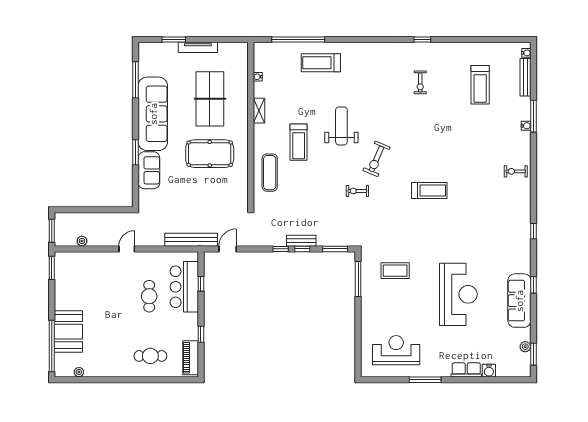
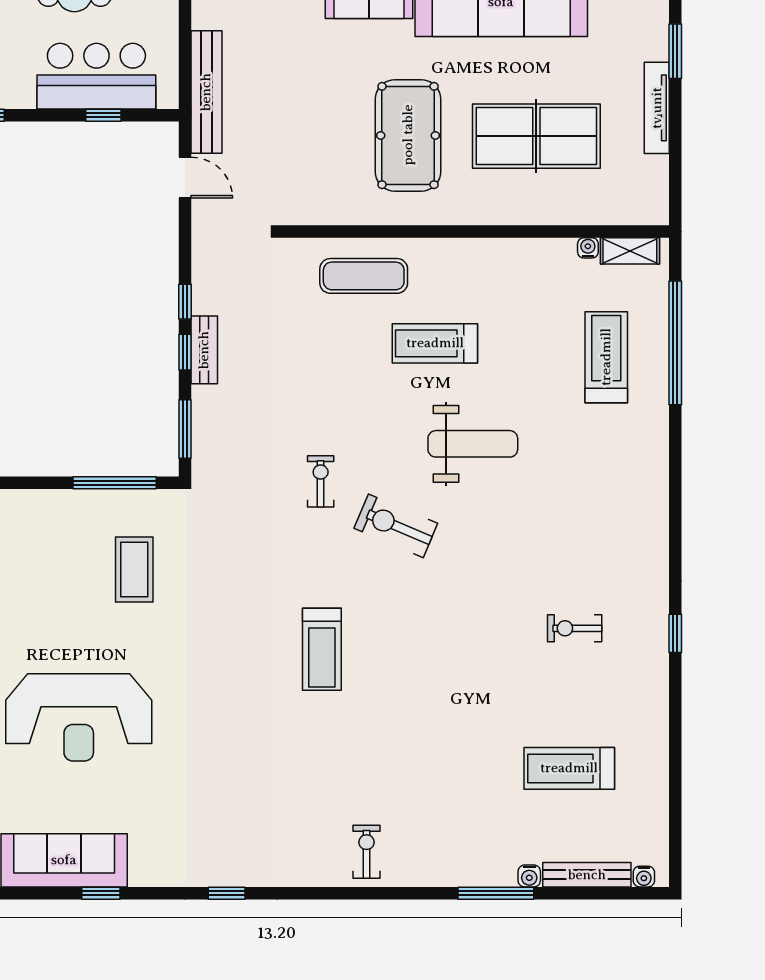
treadmill: (321, 63) -> (606, 357), moved
shelving: (259, 111) -> (630, 251), moved
water cooler: (526, 126) -> (529, 876), moved

